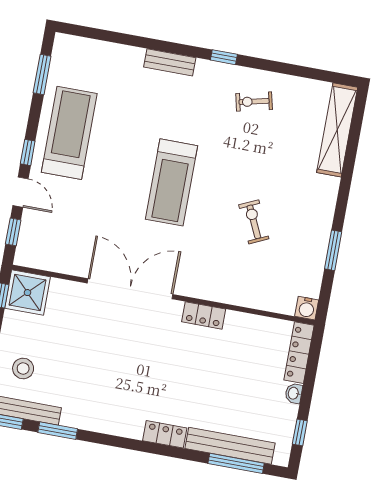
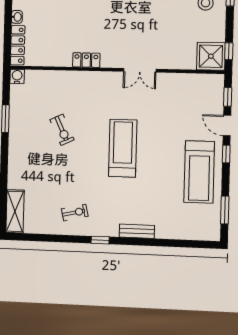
shelving: (337, 130) -> (15, 211), width x0.68
double door: (130, 289) -> (140, 70), width x0.54

